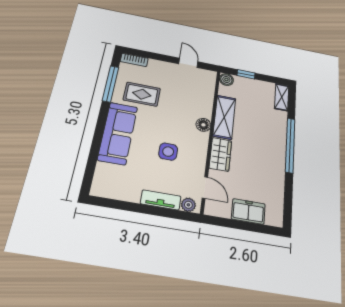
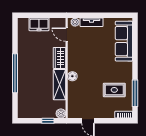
shelving: (282, 97) -> (22, 108), removed
sofa: (118, 133) -> (124, 41), moved
side table: (168, 152) -> (92, 54), removed

